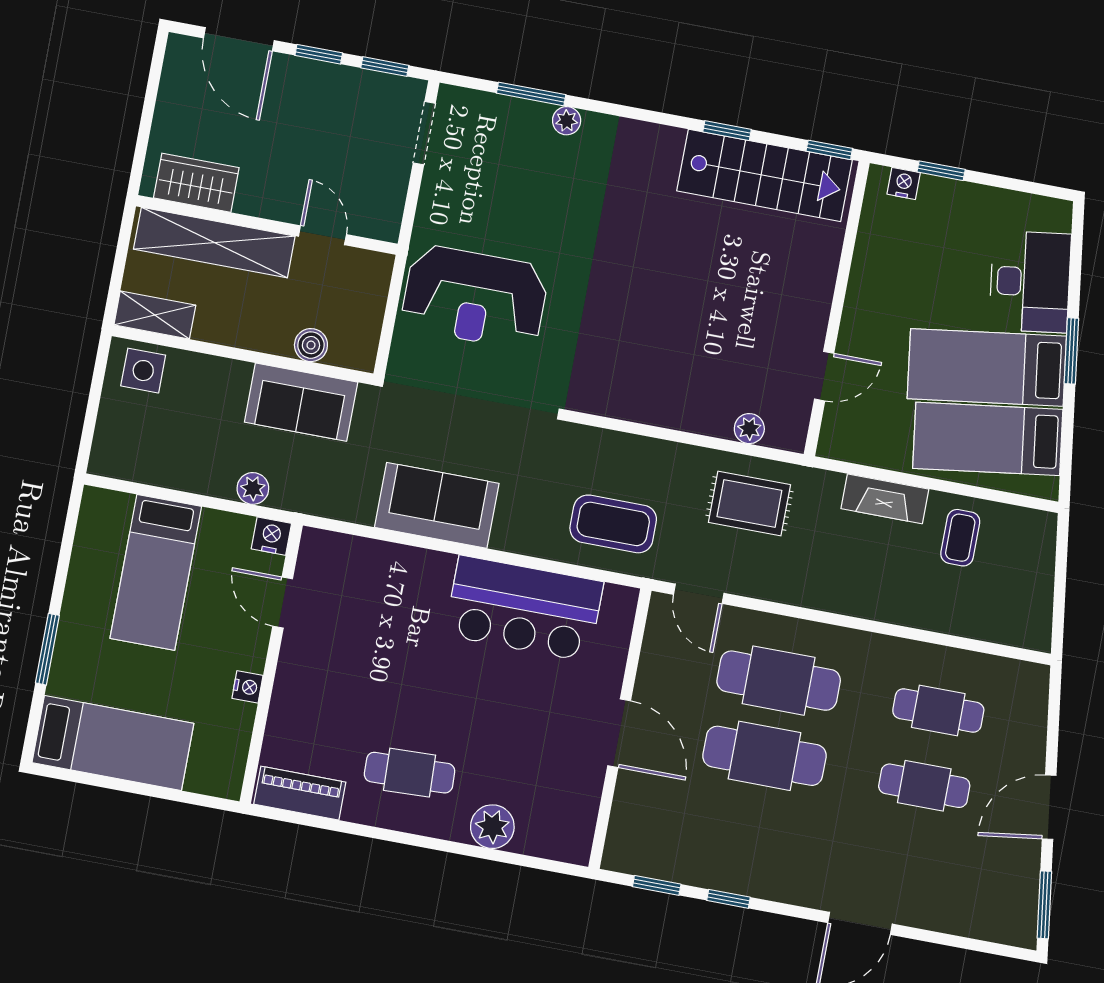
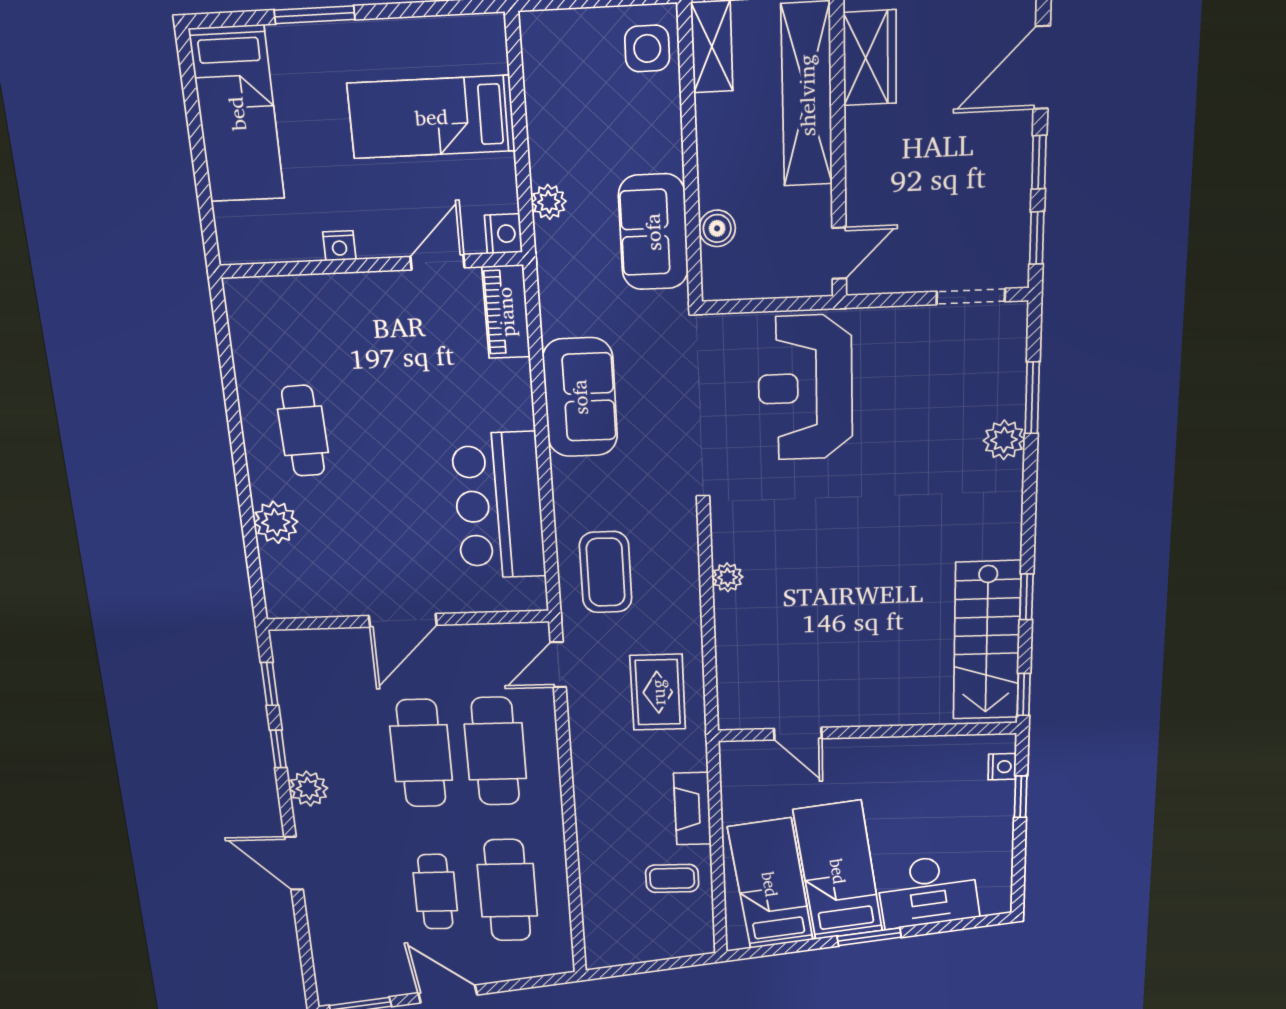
plant: (567, 121) -> (1004, 440), width x1.37, depth x1.37
door: (322, 235) -> (839, 253), moved
plant: (749, 429) -> (727, 577), moved
cafe table: (938, 710) -> (507, 890), width x1.37, depth x1.35
piano: (300, 793) -> (506, 312), moved, turned 180
plant: (779, 882) -> (308, 789), added

